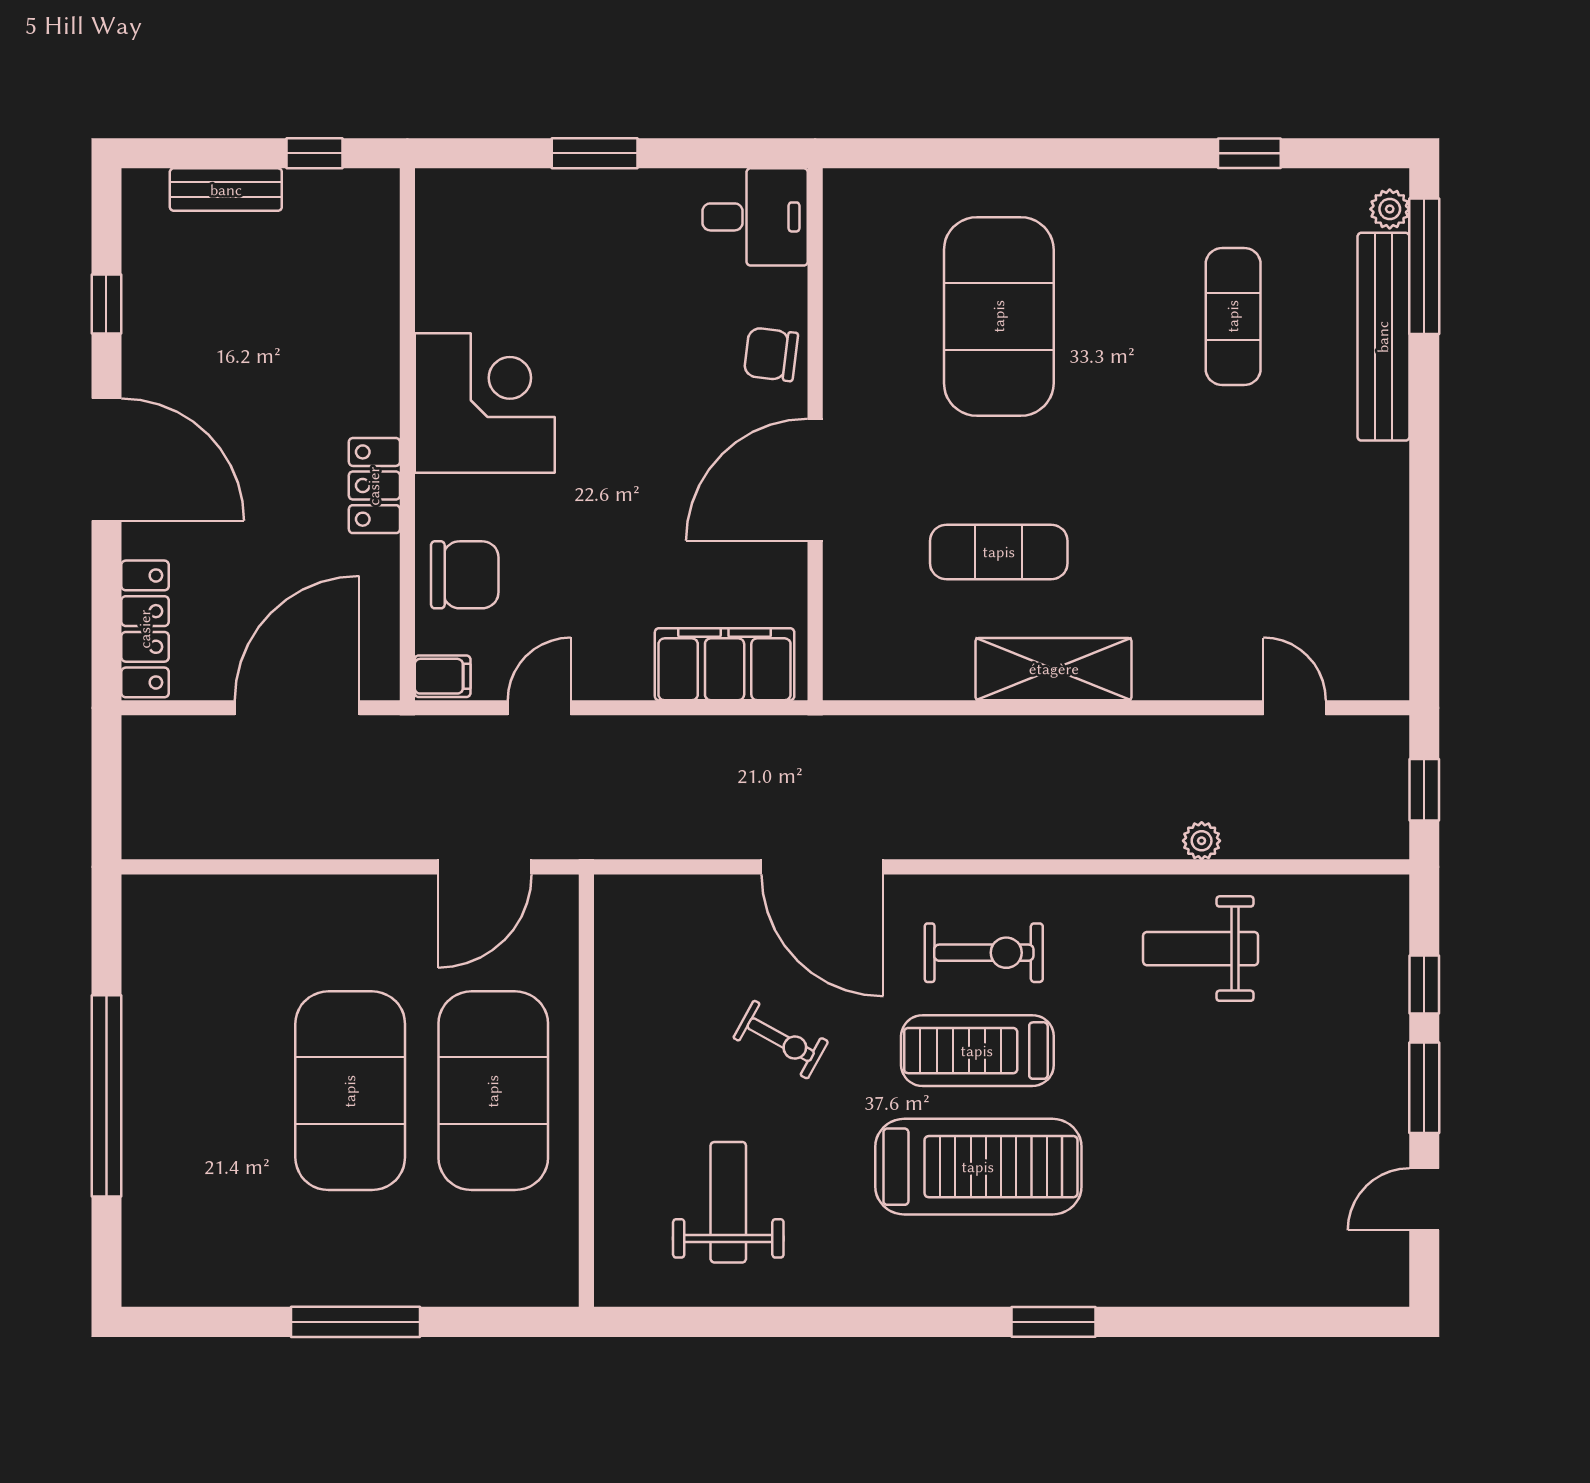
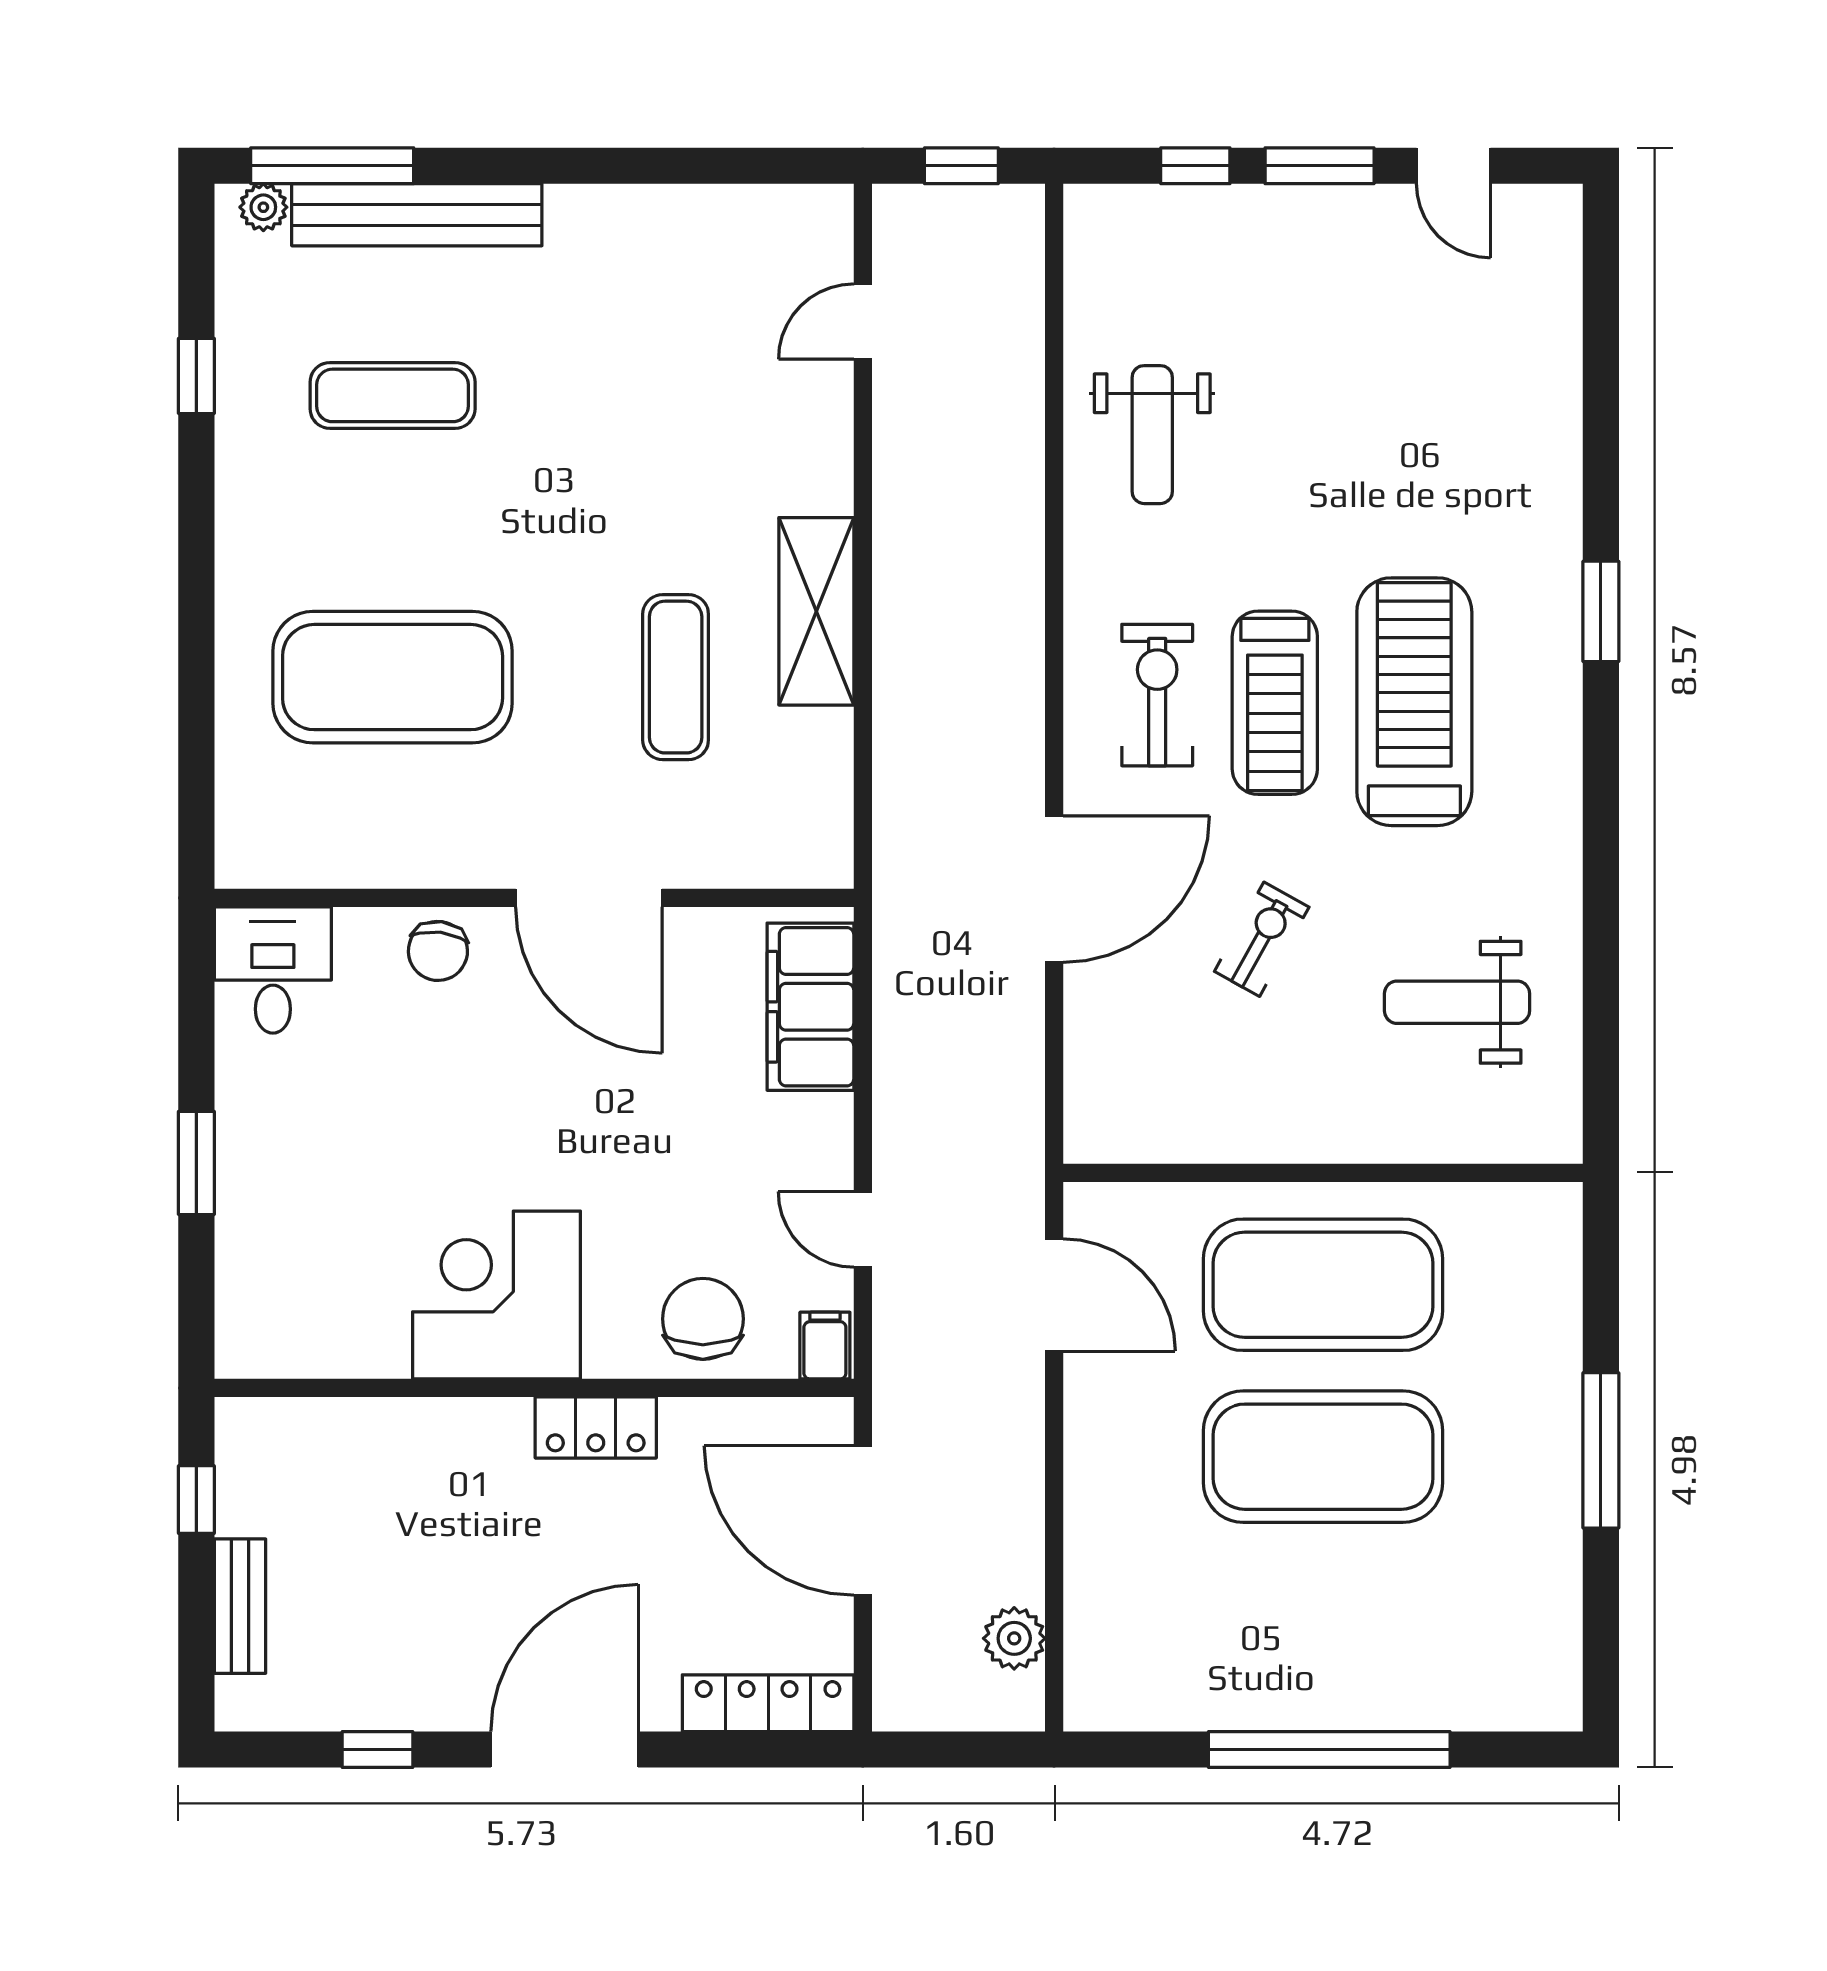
plant: (1202, 841) -> (1014, 1638), moved, width x1.38, depth x1.38

